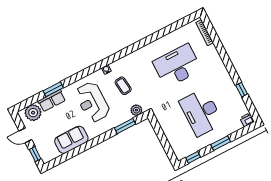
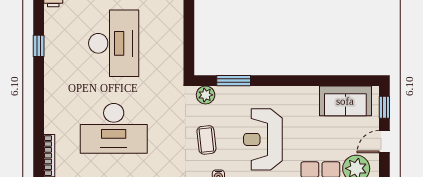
reception desk: (92, 102) -> (263, 139), turned 180
door: (25, 135) -> (384, 142), swing flipped
sofa: (71, 140) -> (345, 101), moved

